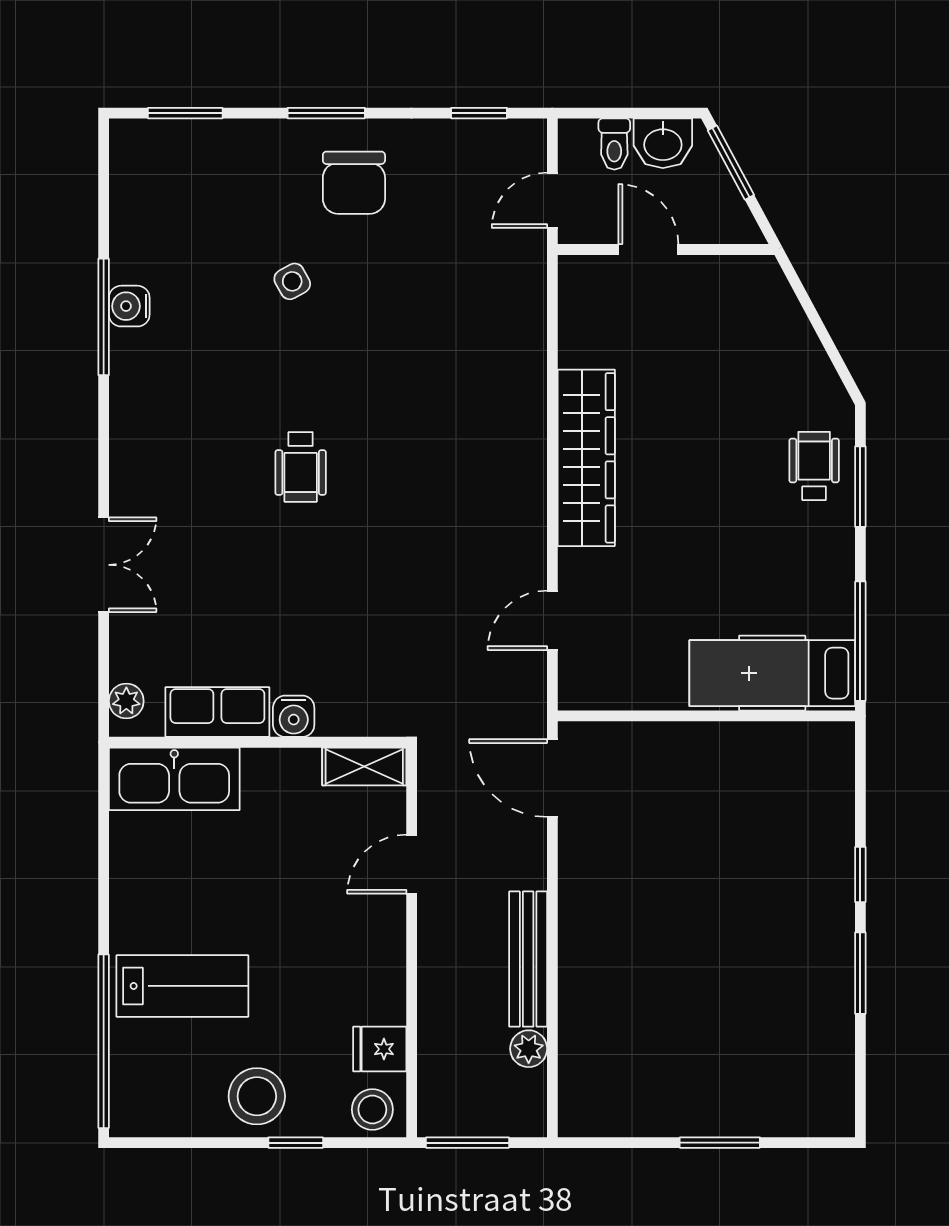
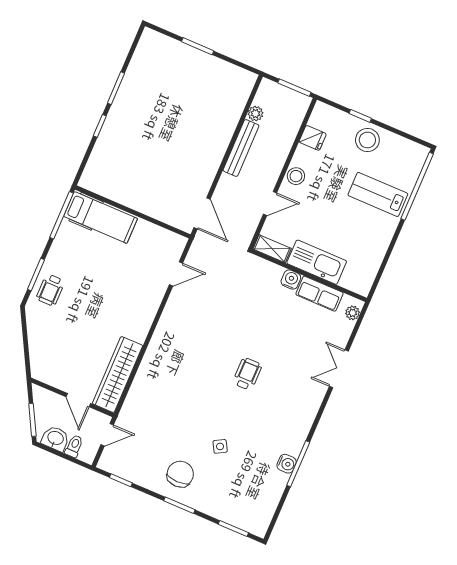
wardrobe: (586, 458) -> (118, 375), moved
kitchen sink: (174, 779) -> (317, 262), moved
stool: (372, 1109) -> (296, 176), moved

